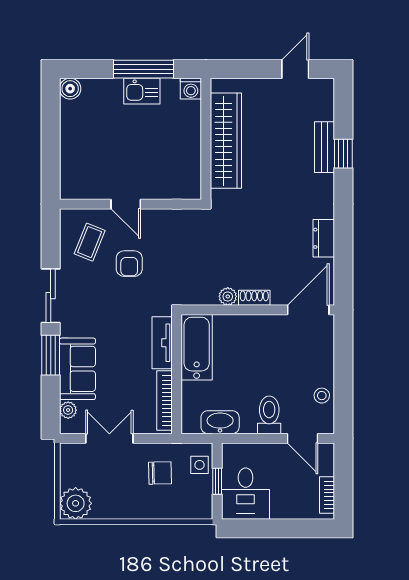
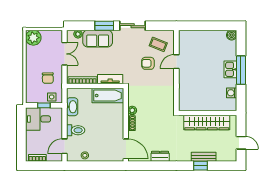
wall: (206, 139) -> (208, 113), moved
wardrobe: (226, 141) -> (207, 122), moved

